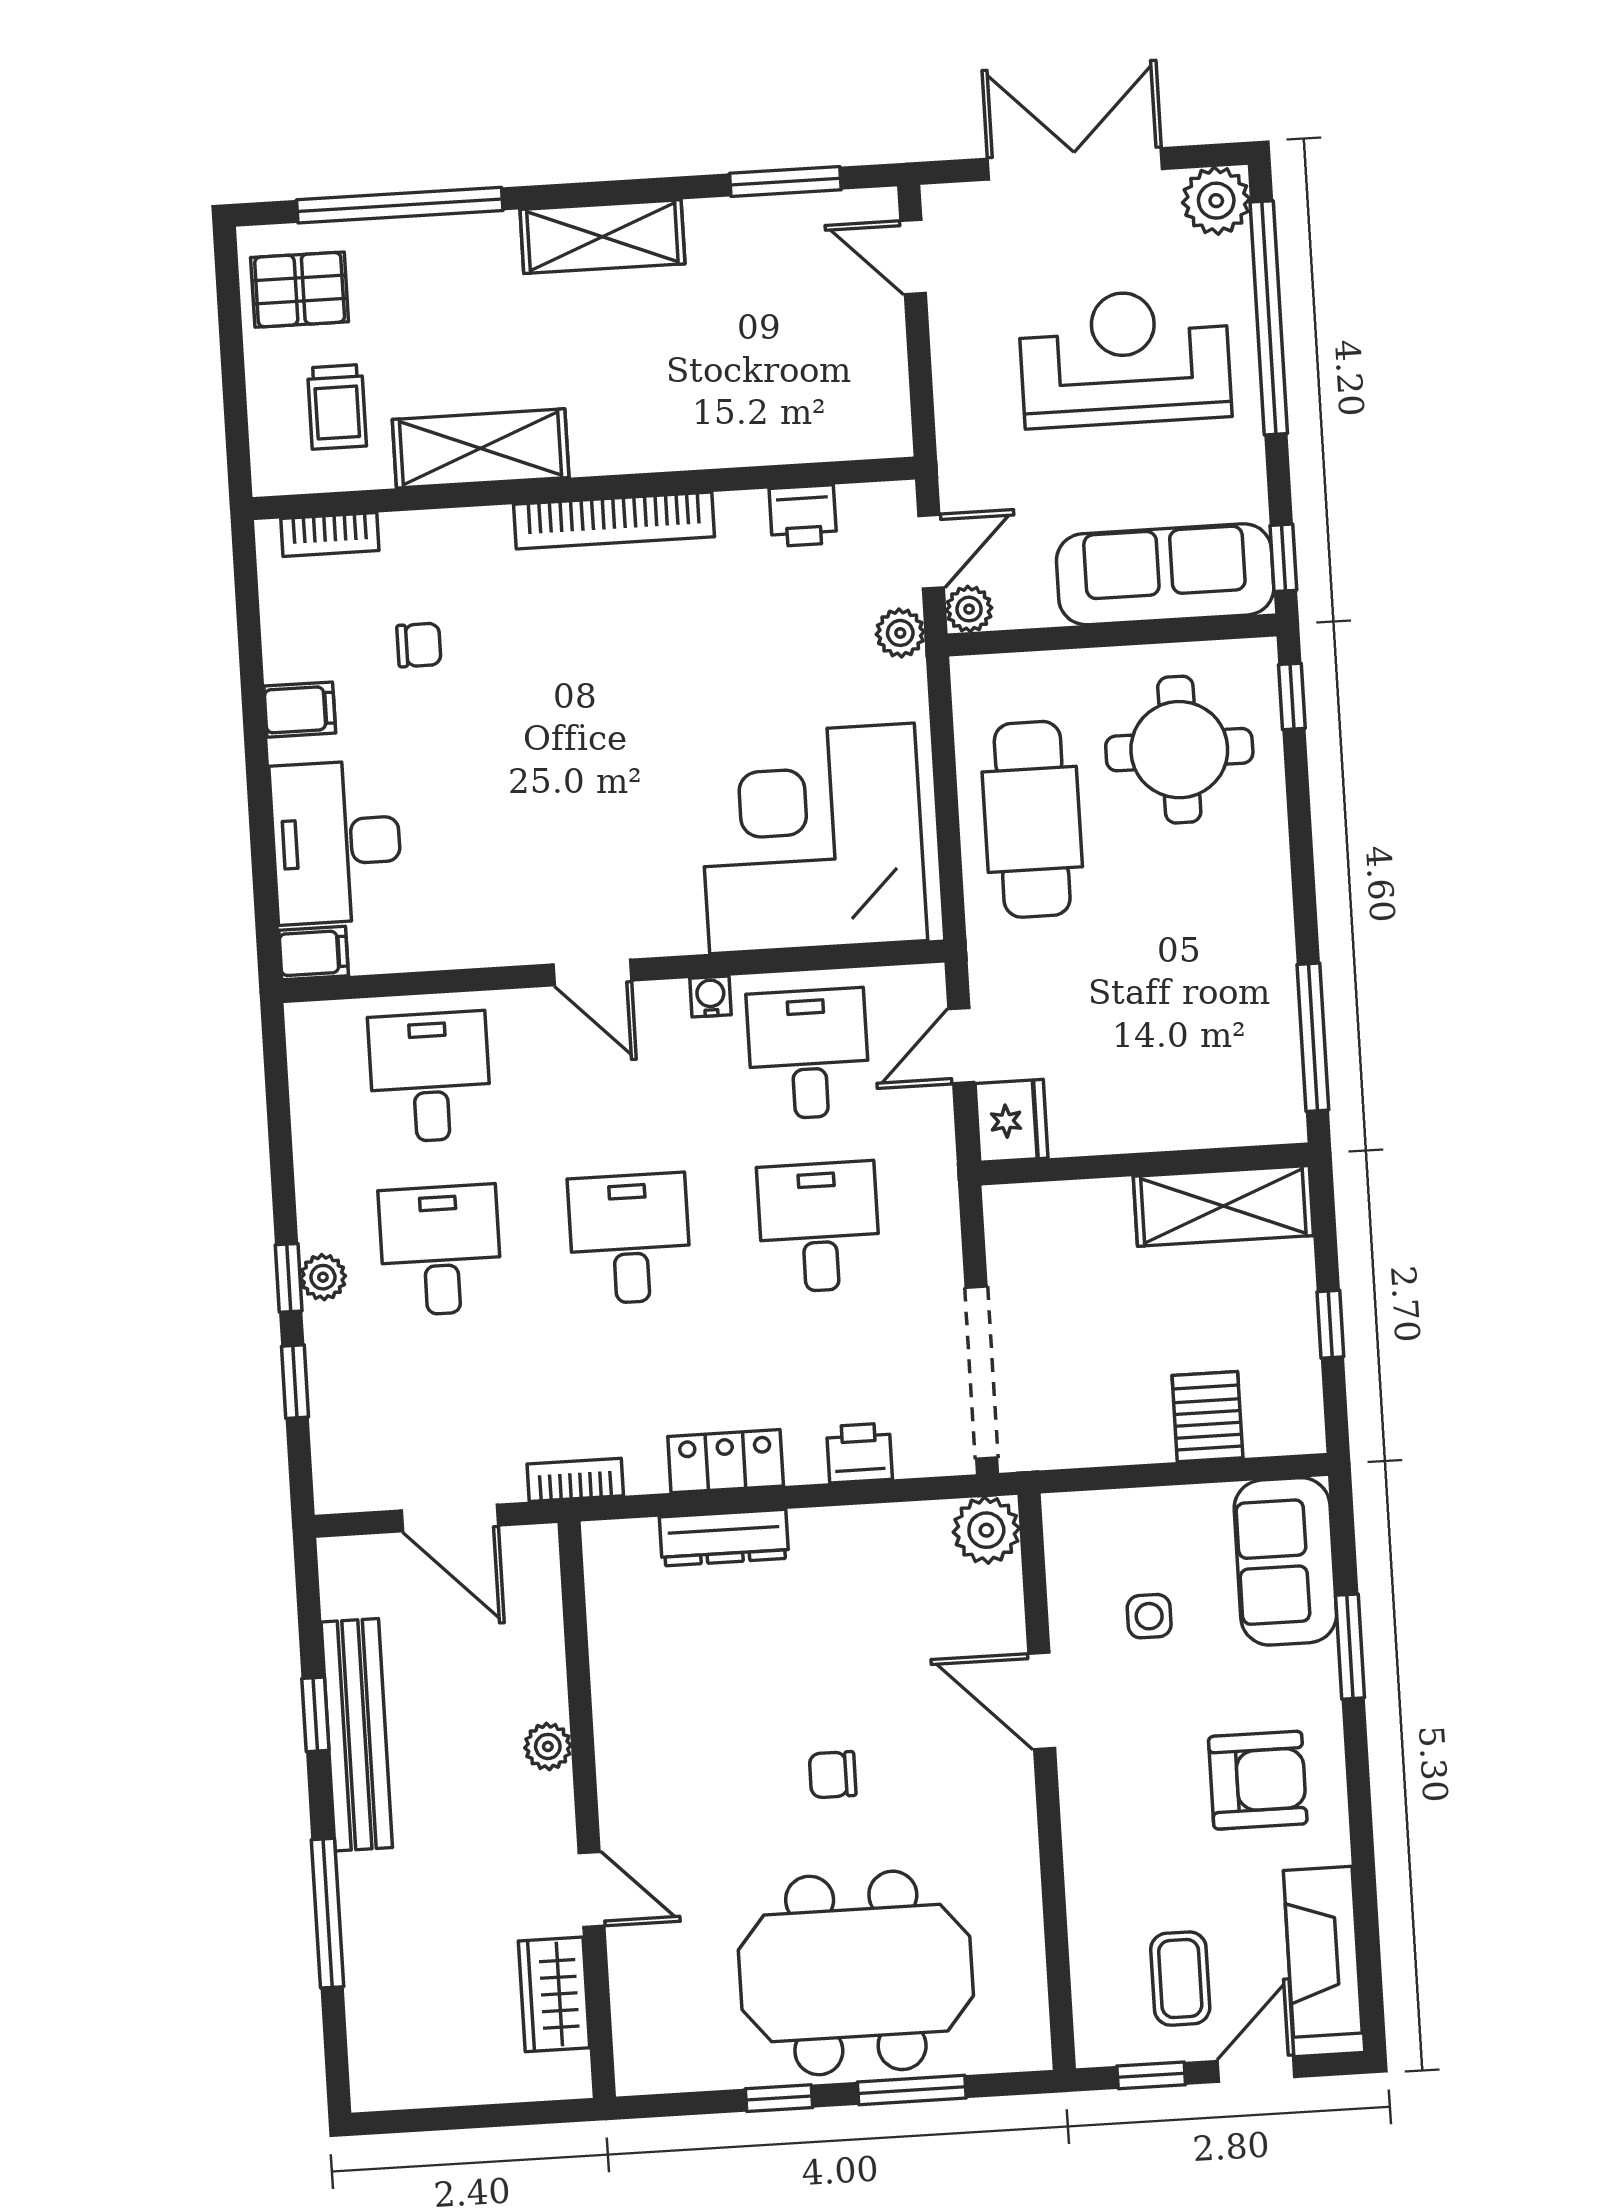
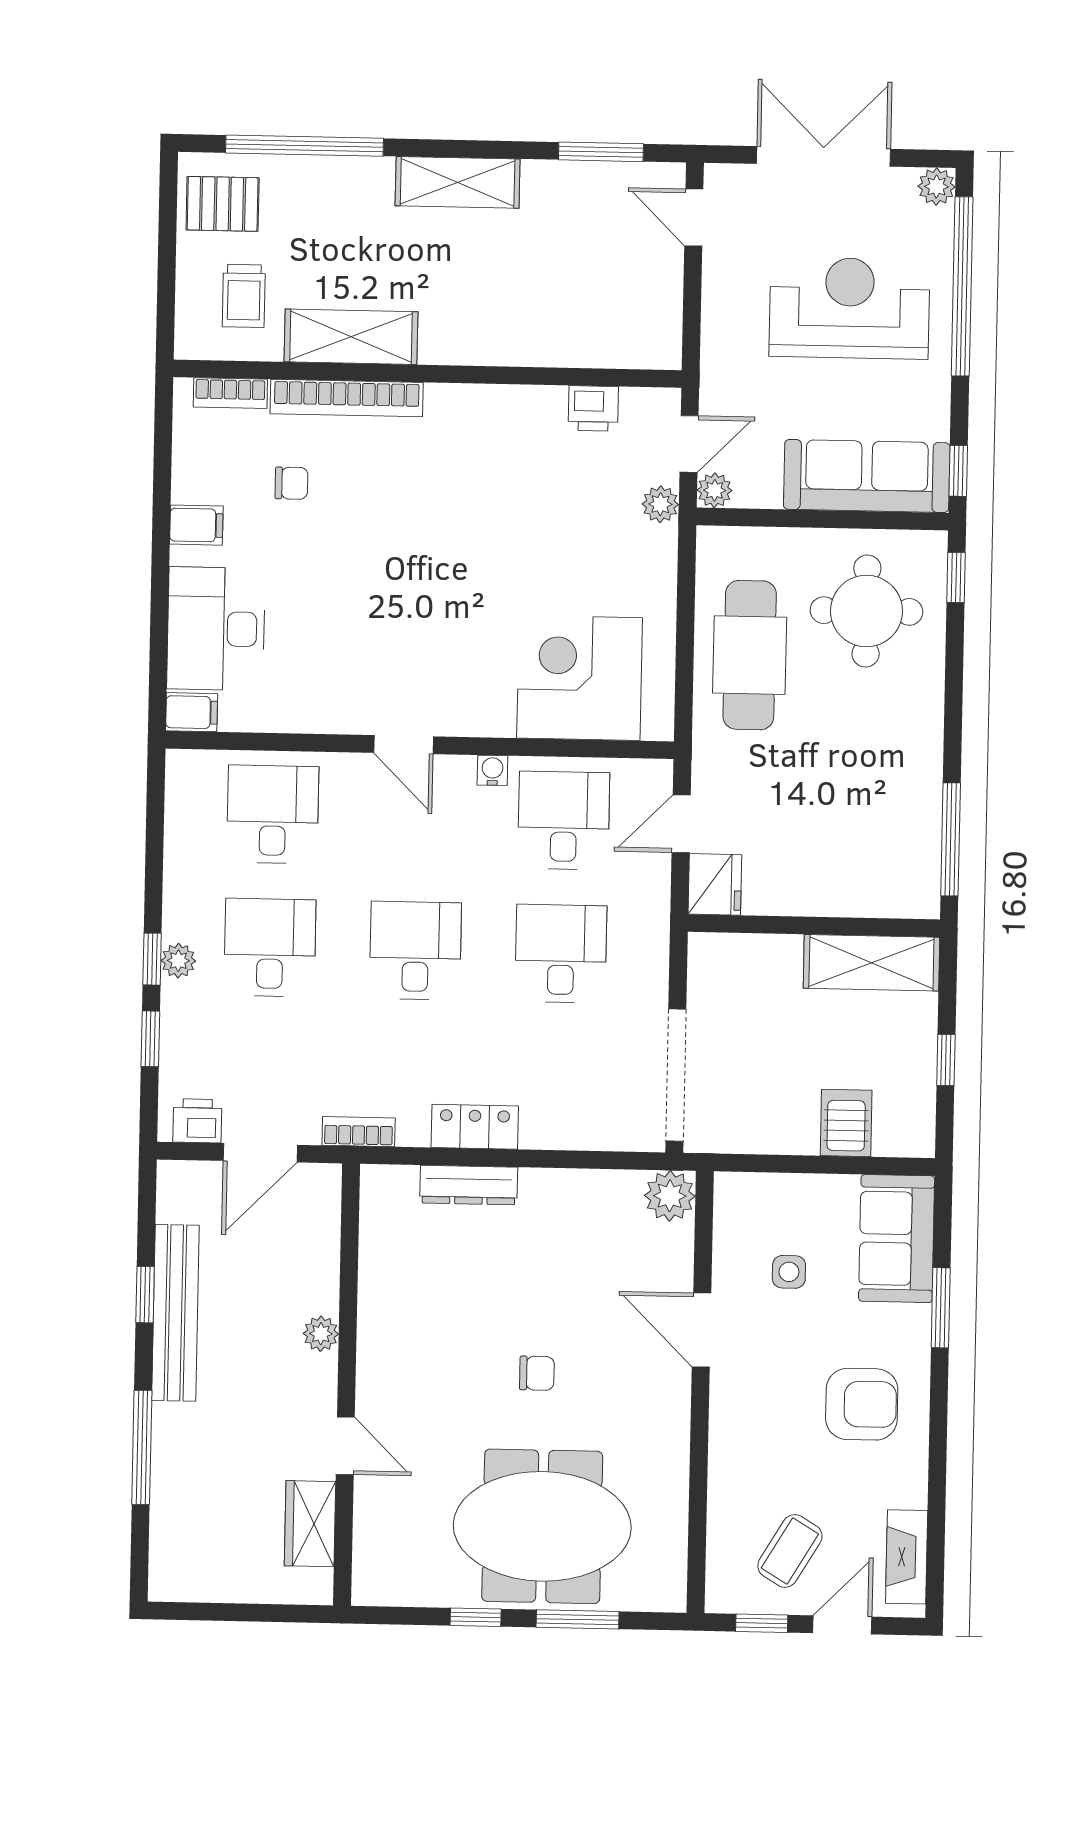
plant: (1216, 201) -> (936, 187), width x0.73, depth x0.73
bookcase: (614, 521) -> (347, 398), moved
corner desk: (812, 838) -> (580, 678), width x0.74, depth x0.74
printer: (859, 1453) -> (197, 1121), moved
door: (450, 1518) -> (260, 1153), hinge flipped
chair: (833, 1775) -> (537, 1373), turned 180
fireplace: (1323, 1952) -> (907, 1557), width x0.73, depth x0.76
coffee table: (1180, 1979) -> (790, 1551), turned 31

